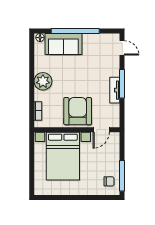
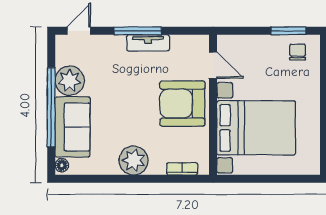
plant: (92, 42) -> (70, 81), added
window: (122, 176) -> (288, 31), width x0.69

